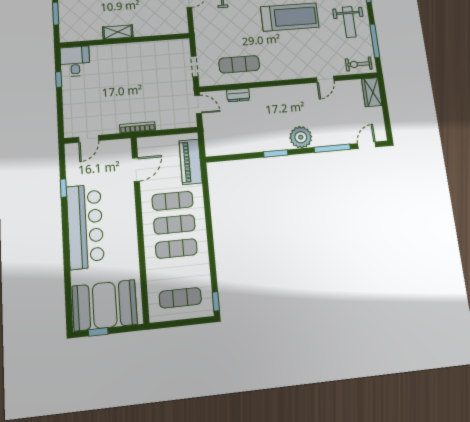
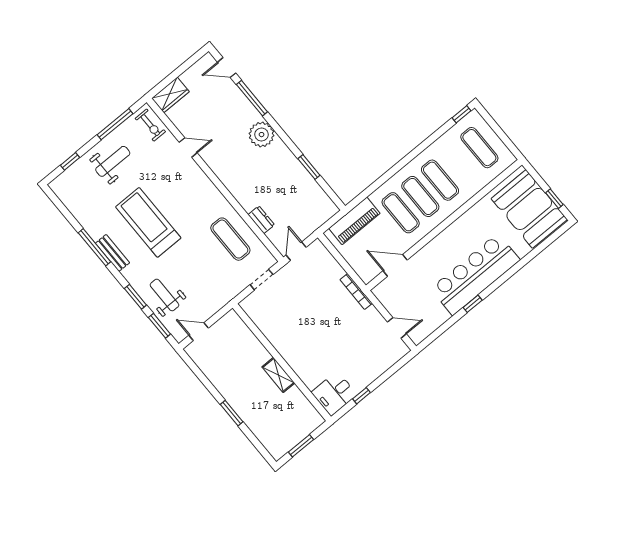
window: (276, 153) -> (309, 167), moved
window: (63, 188) -> (473, 304), moved

